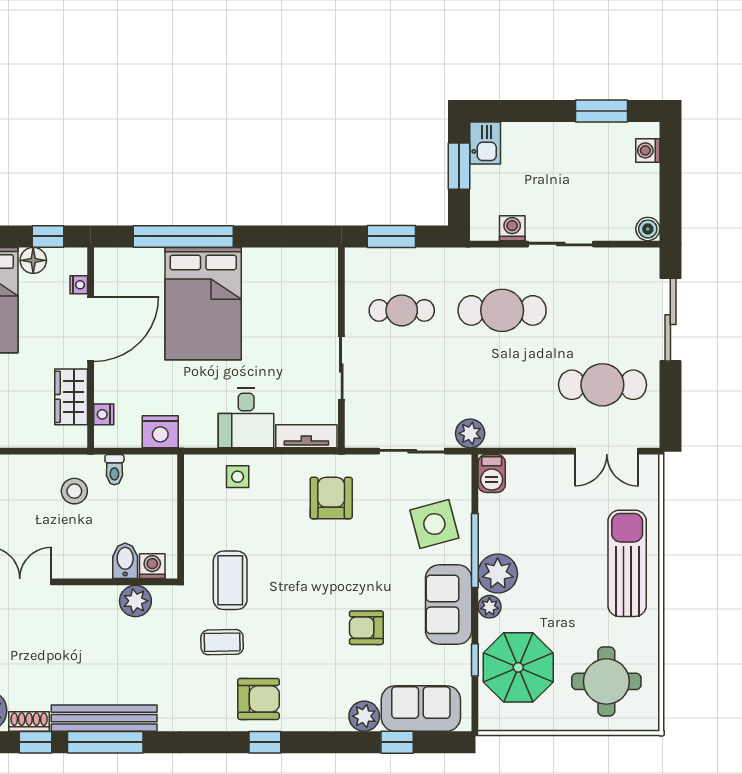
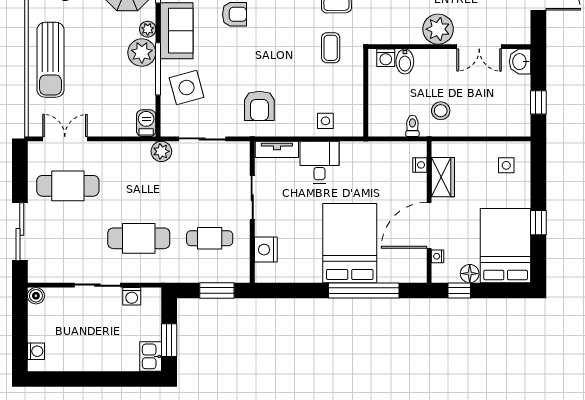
window: (601, 111) -> (69, 379), removed
nightstand: (160, 432) -> (266, 250), moved, turned -90
coffee table: (230, 580) -> (331, 48), width x0.73, depth x0.77
plant: (135, 601) -> (438, 29), moved, width x1.36, depth x1.36

